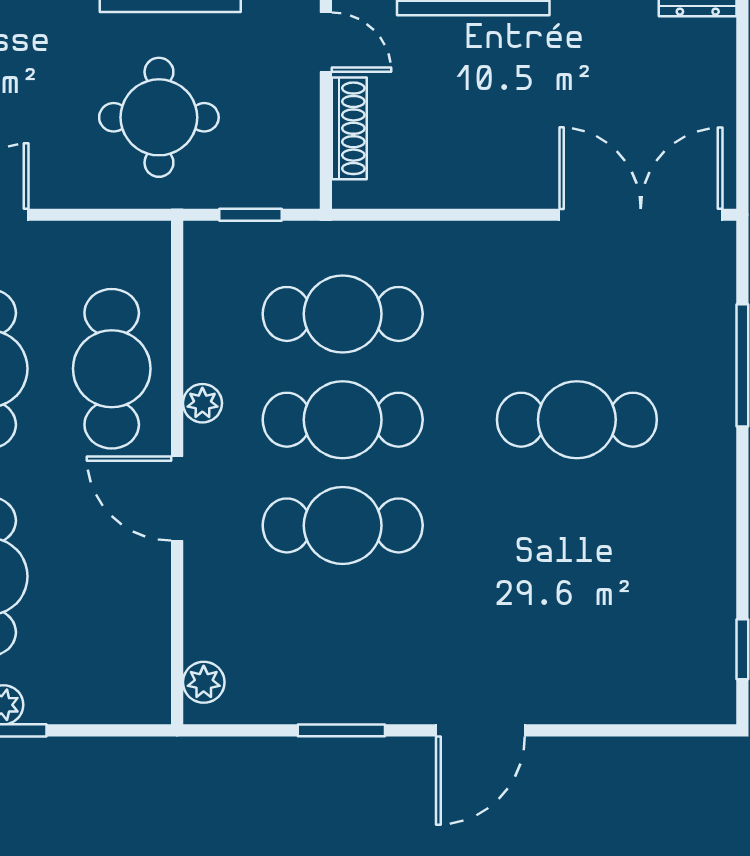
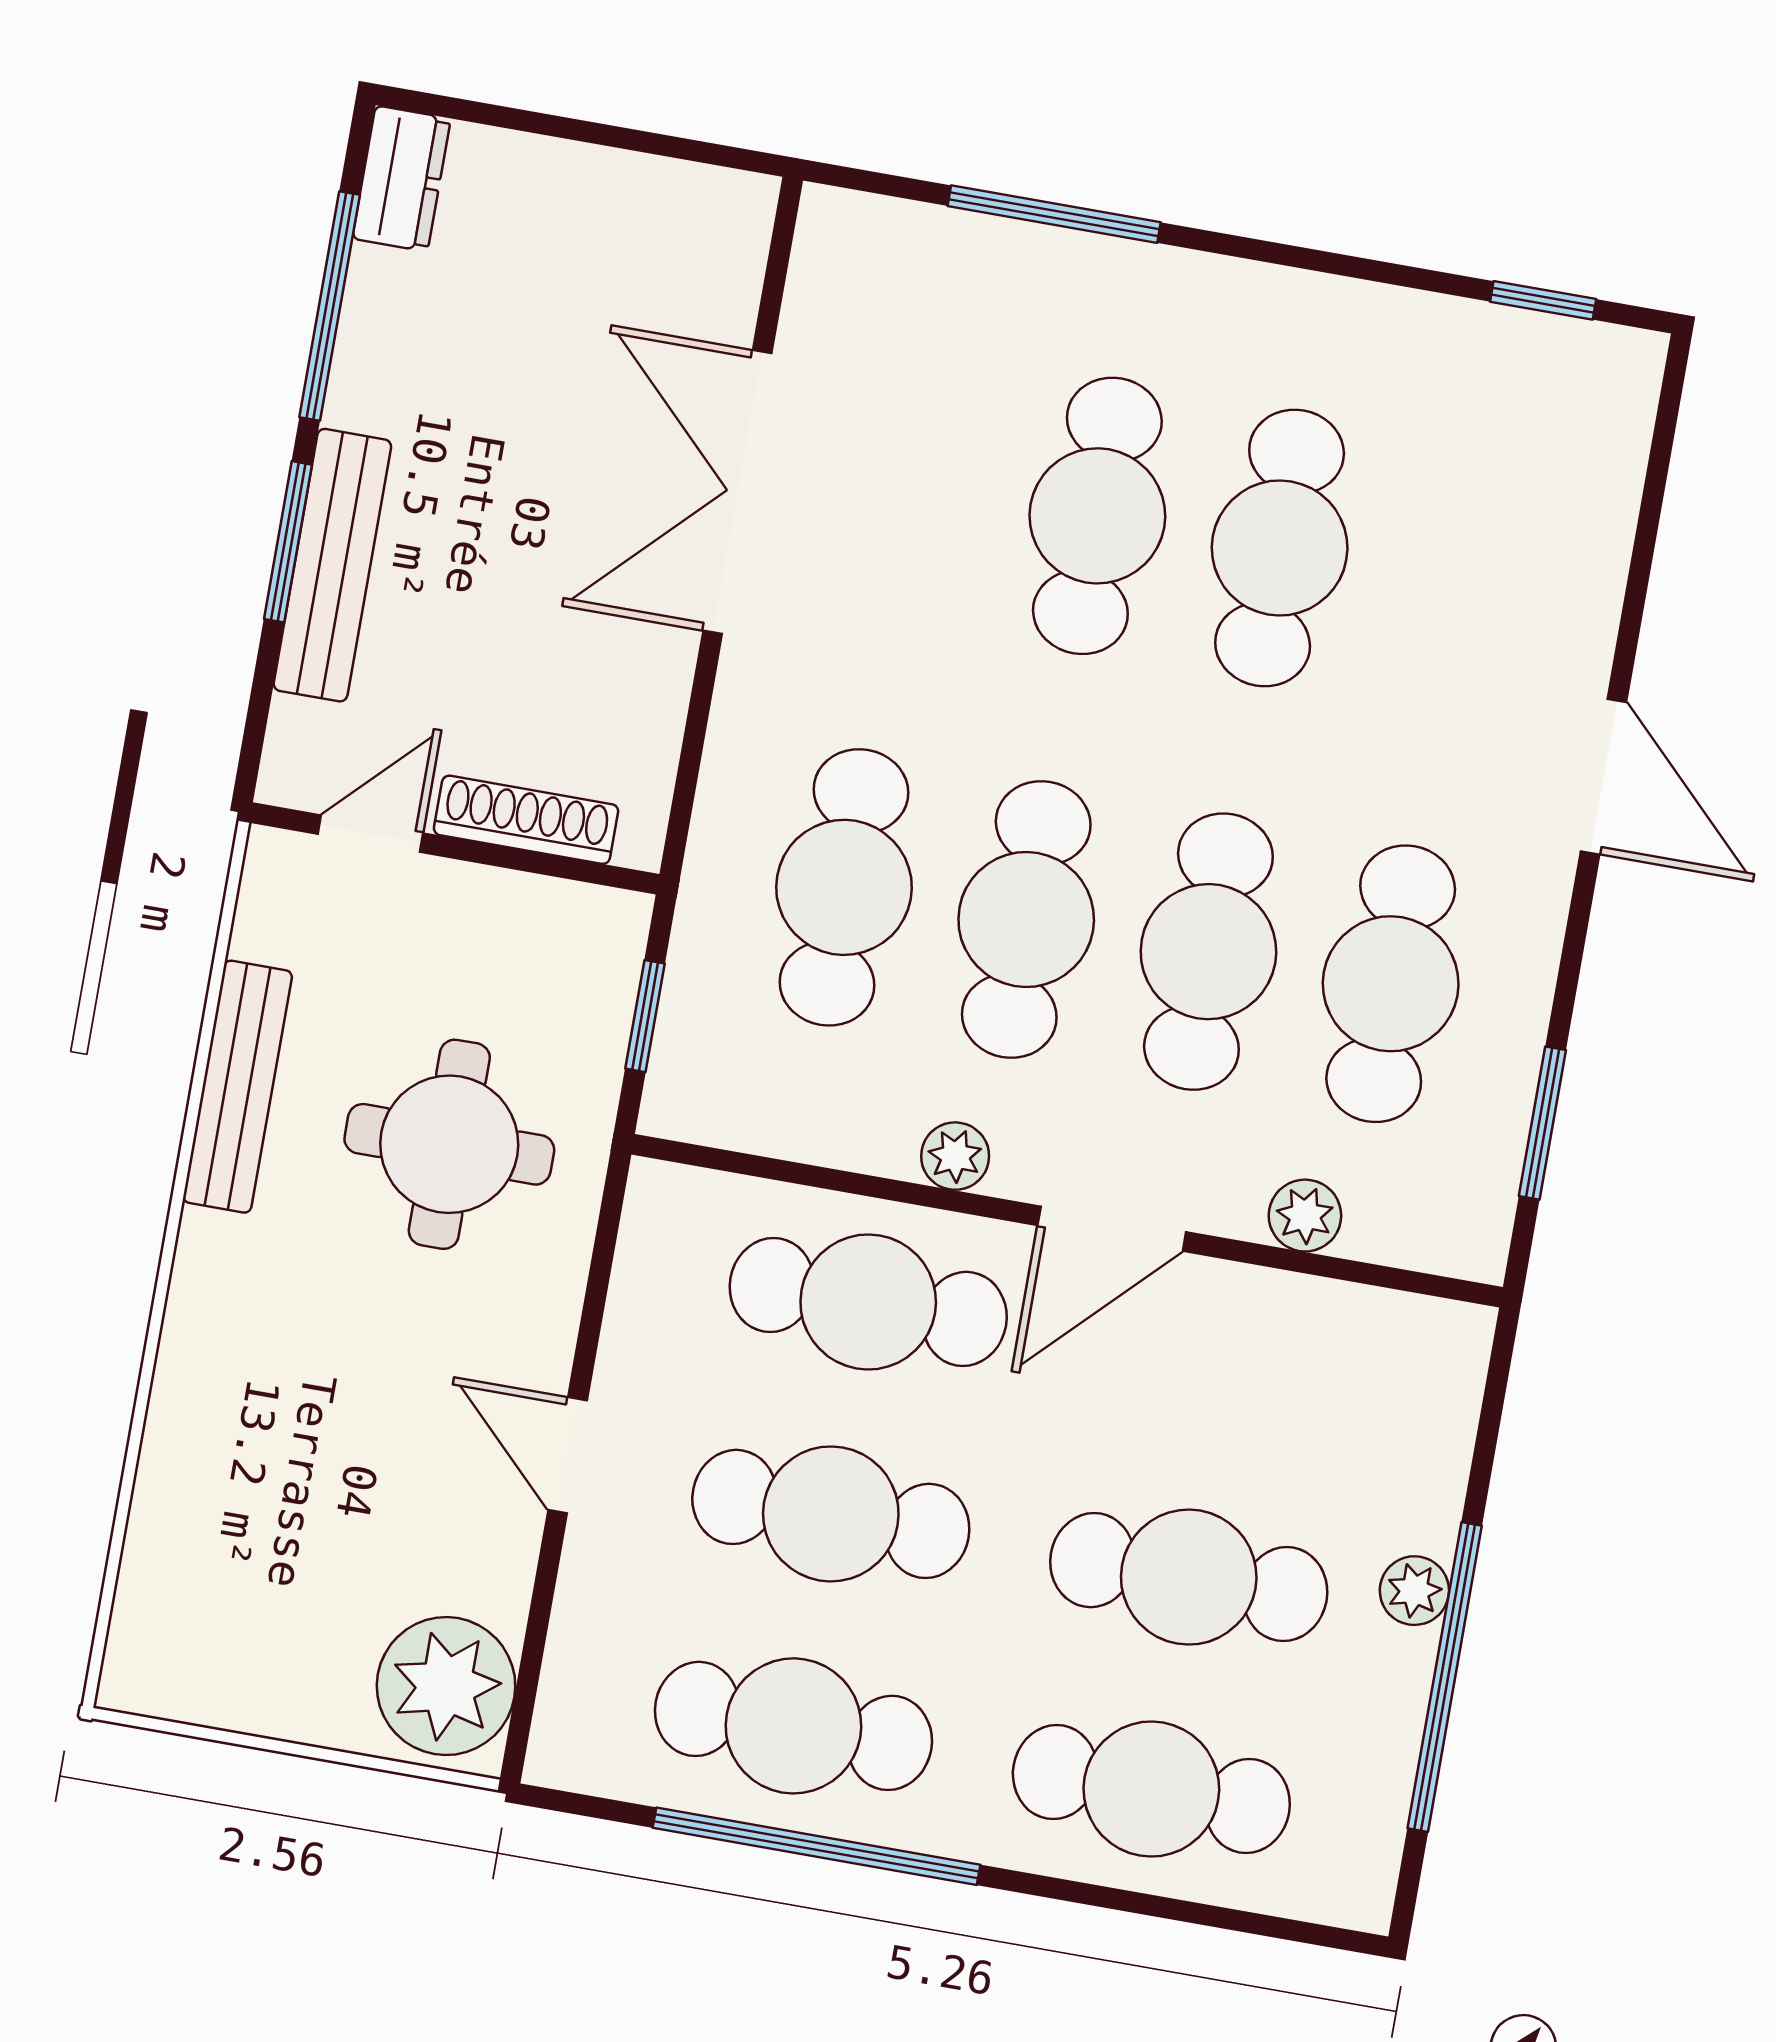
double door: (641, 215) -> (737, 492), moved
cafe table: (577, 525) -> (1280, 548), added
cafe table: (343, 631) -> (1391, 984), added
plant: (204, 682) -> (1305, 1216), moved
window: (341, 730) -> (1542, 1123), moved

